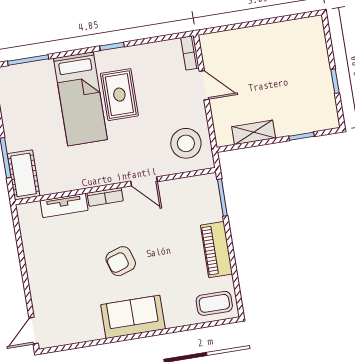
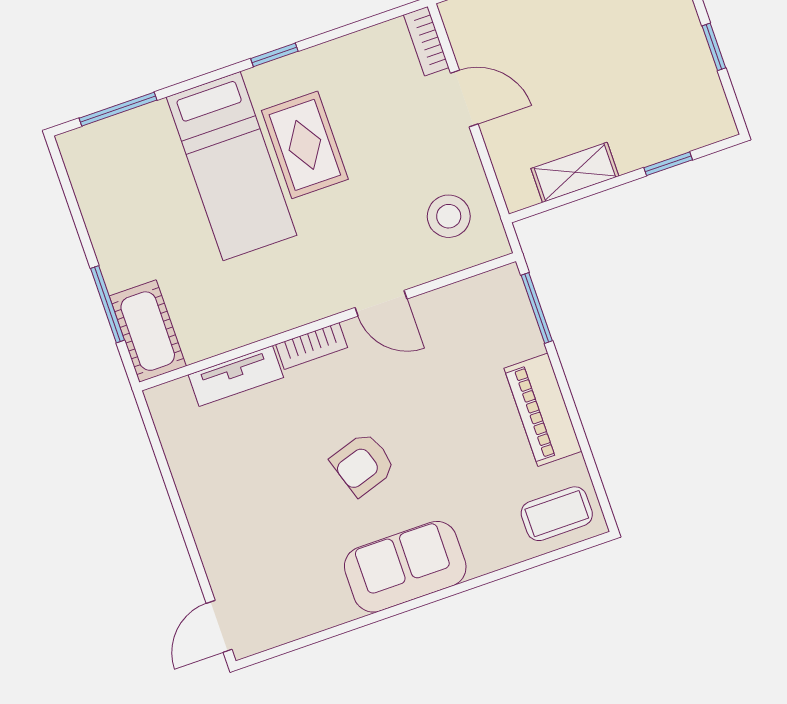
stool: (186, 143) -> (449, 216), width x0.73, depth x0.73

